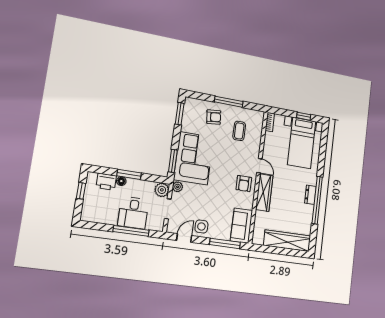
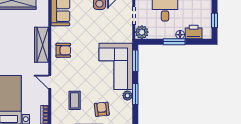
window: (180, 114) -> (135, 94), moved
armchair: (214, 117) -> (102, 109), turned 90
door: (259, 166) -> (50, 82), moved
armchair: (244, 184) -> (63, 50), turned 90
plant: (178, 187) -> (127, 96), moved

